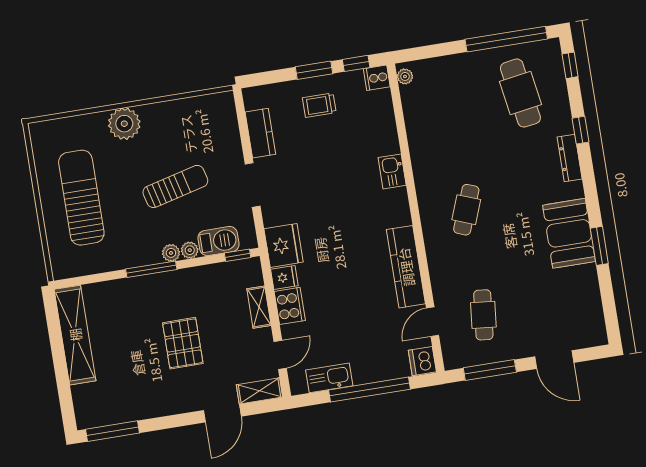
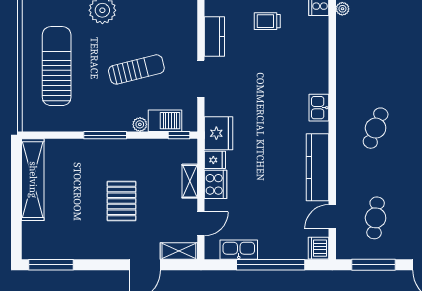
kitchen sink: (392, 171) -> (319, 108), moved
plant: (171, 253) -> (124, 124), removed

